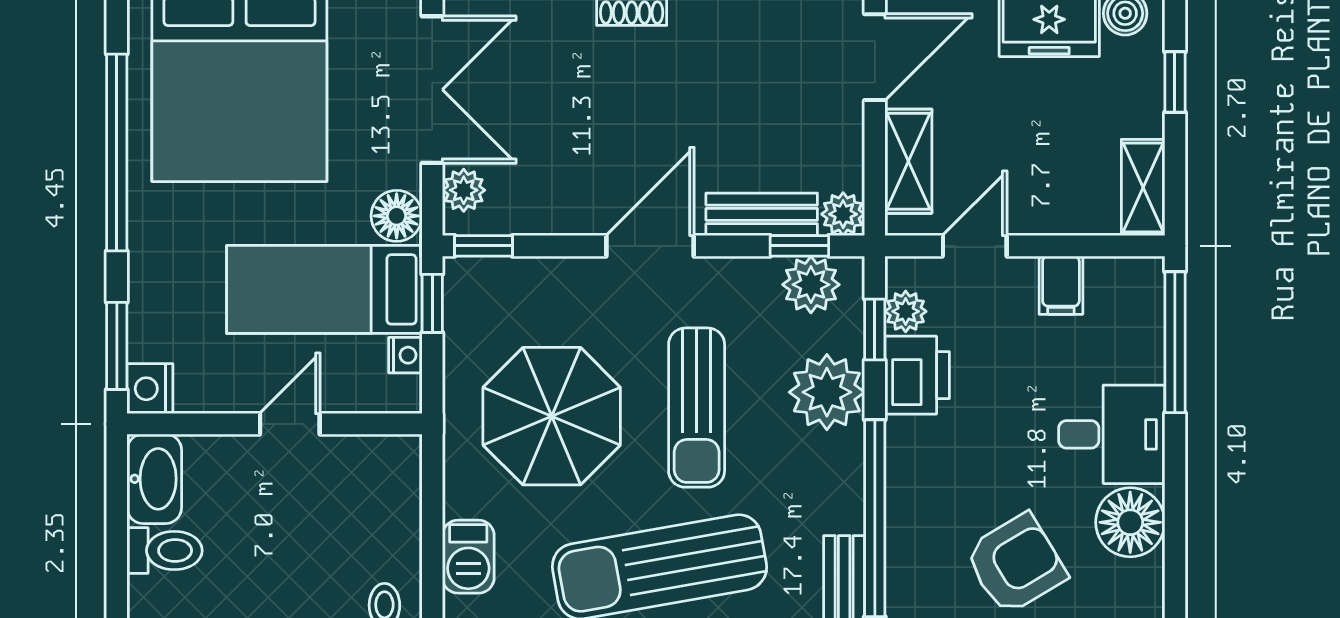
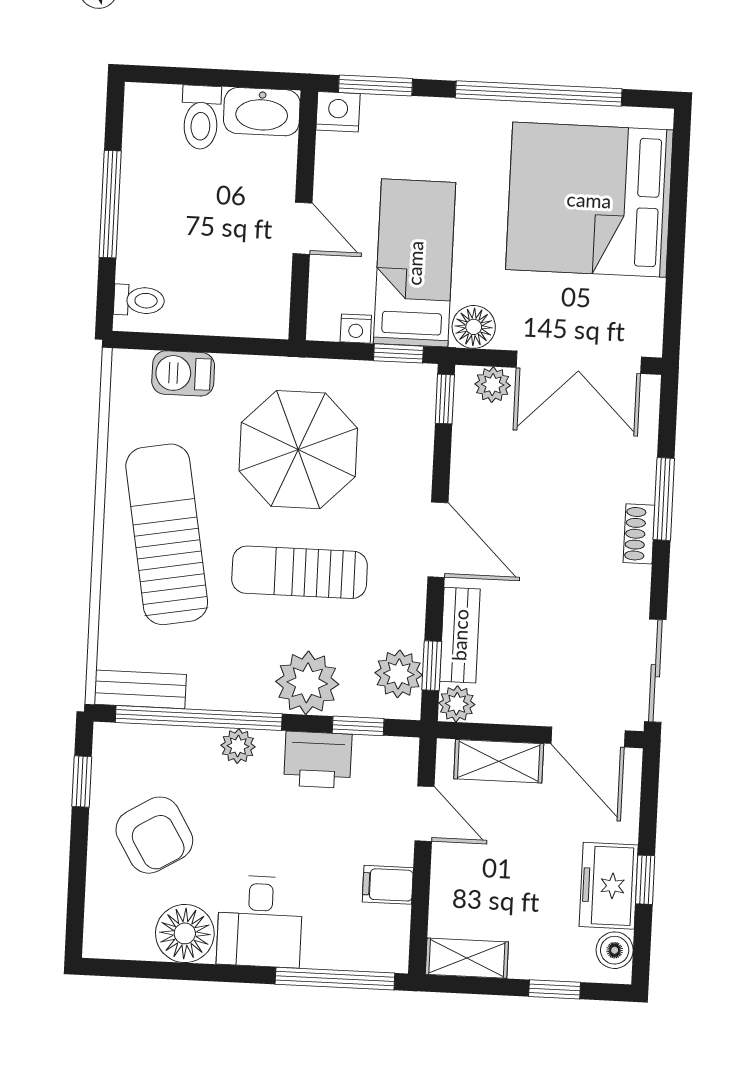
plant: (906, 311) -> (238, 746), moved

